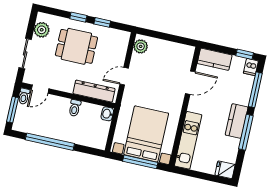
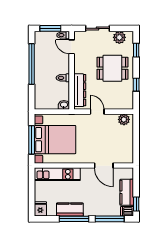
window: (78, 17) -> (136, 50), moved
dining table: (76, 46) -> (112, 68), turned 90
kitchen counter: (215, 59) -> (127, 192), moved
kitchen counter: (237, 121) -> (70, 210), moved

